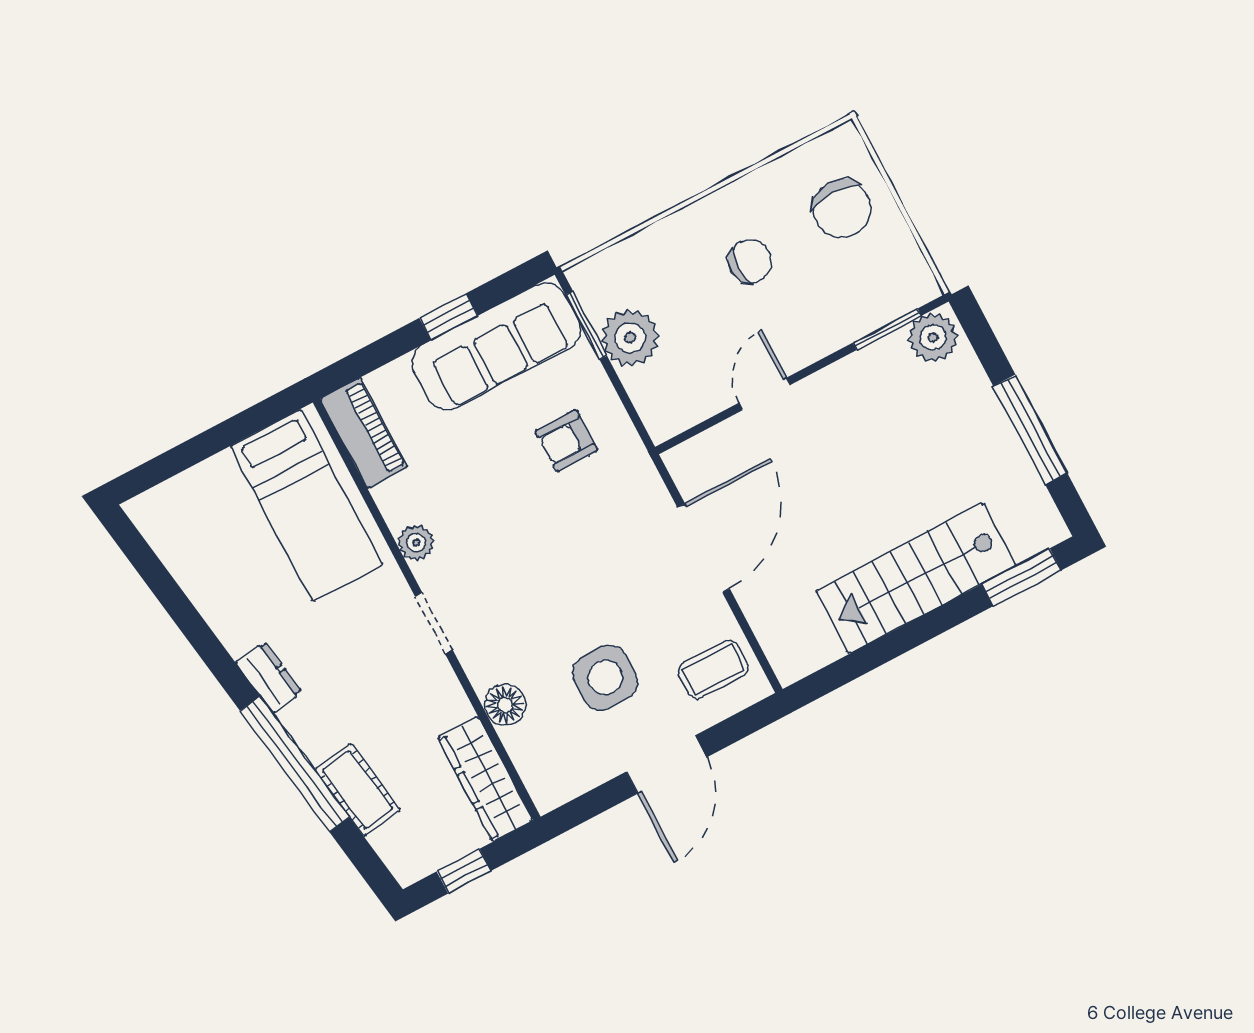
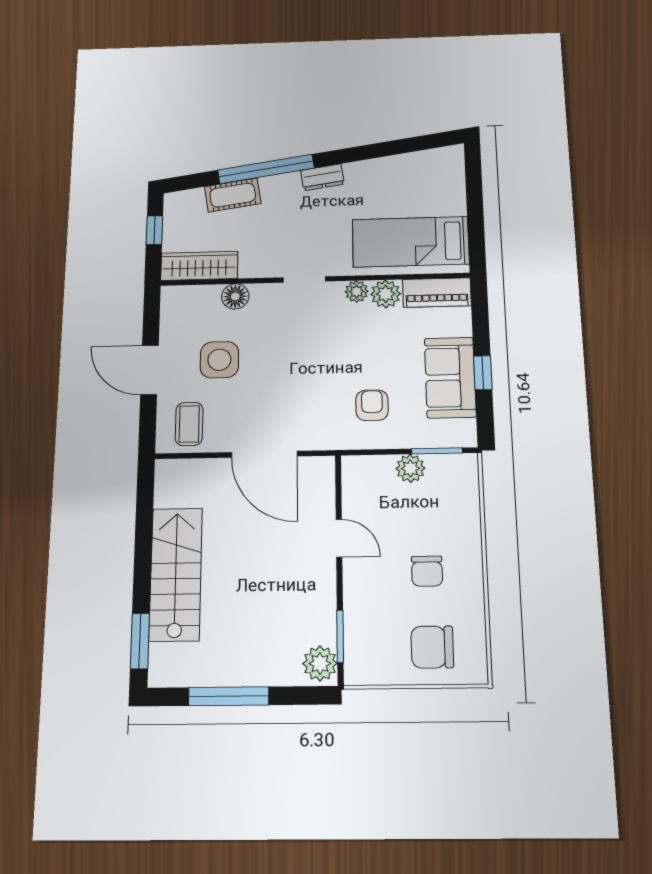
plant: (630, 338) -> (410, 468), width x0.73, depth x0.73
sofa: (496, 346) -> (450, 377), width x0.73
plant: (400, 501) -> (386, 294), added

